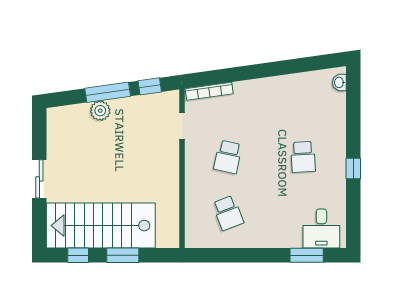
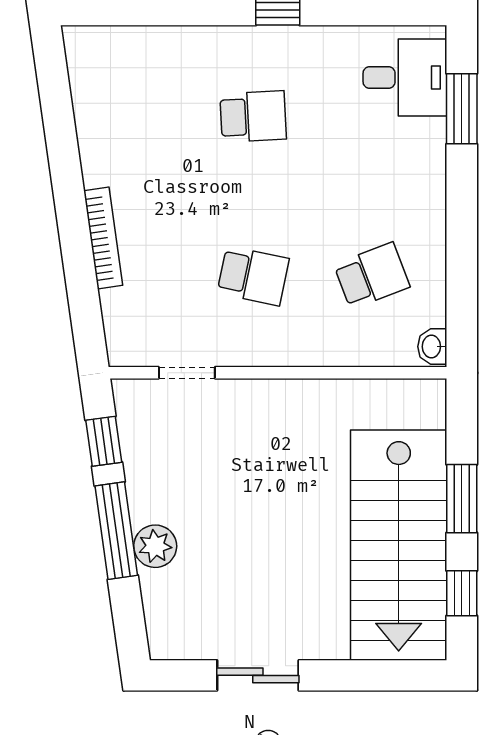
washbasin: (339, 82) -> (432, 347), moved, turned 90
bookcase: (209, 91) -> (103, 238), moved
sliding door: (39, 179) -> (258, 675), moved

